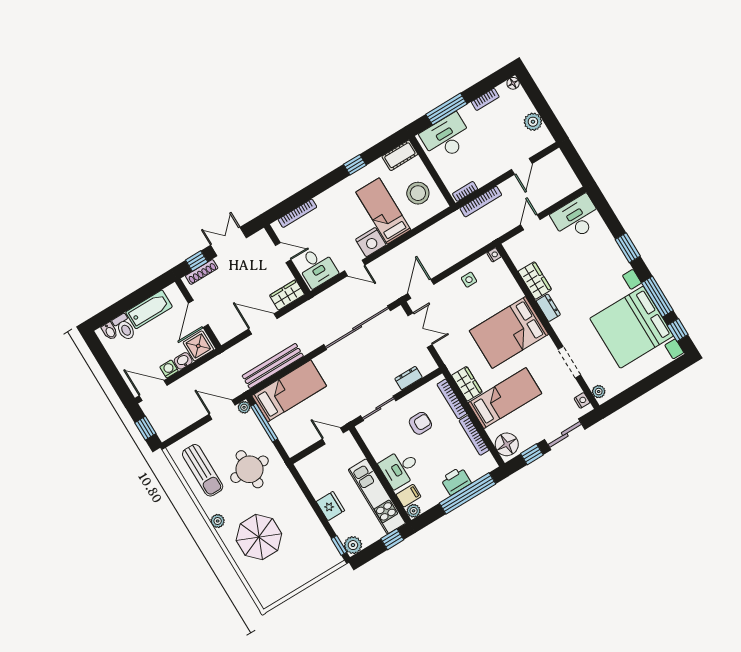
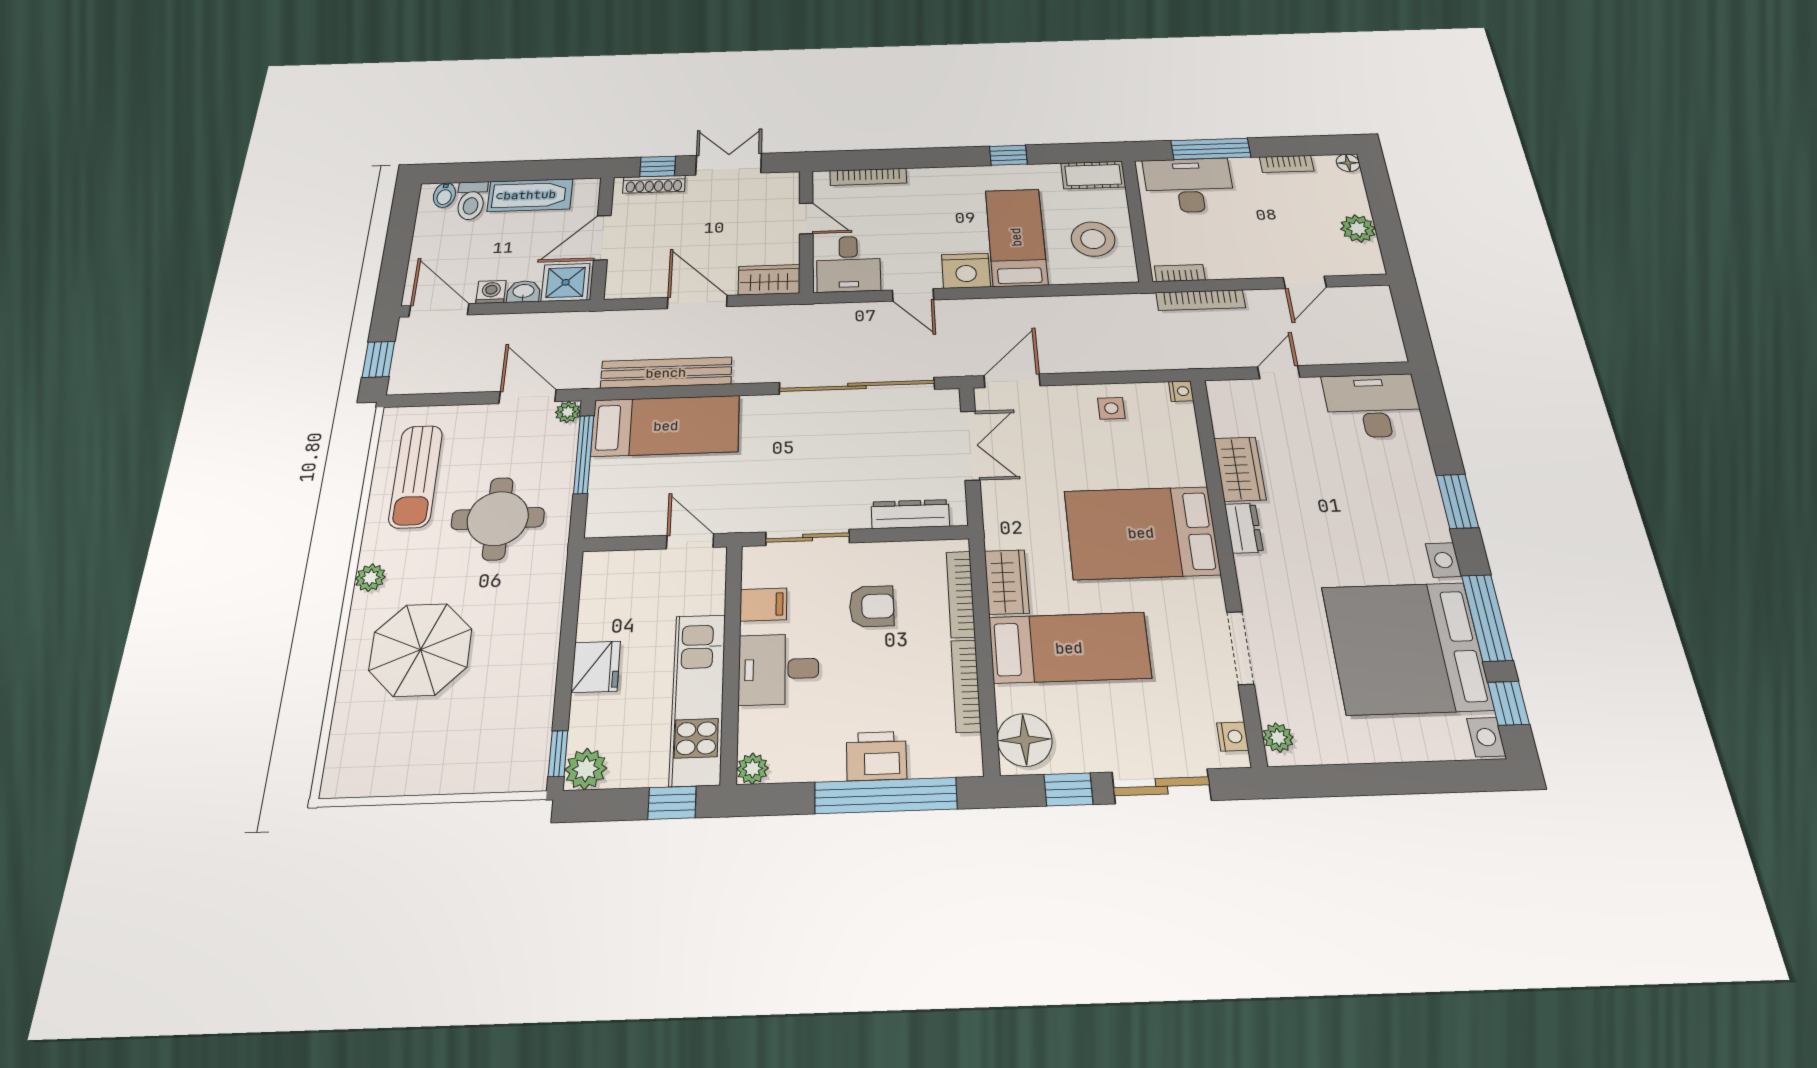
dresser: (409, 378) -> (910, 514), width x1.44
filing cabinet: (408, 496) -> (763, 604), moved

